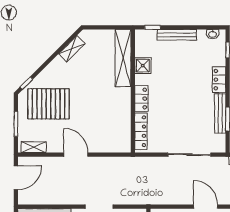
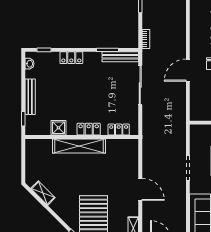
shelving: (123, 58) -> (79, 146), moved
bench: (220, 113) -> (120, 57), moved
locker: (141, 131) -> (119, 130), width x0.66
door: (76, 155) -> (140, 189), swing flipped

